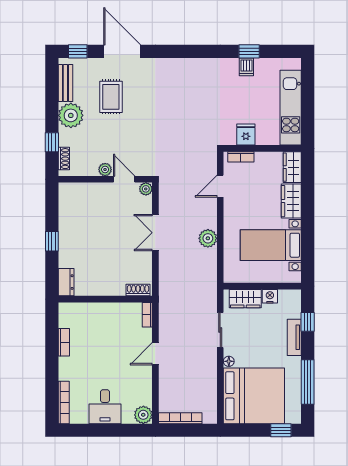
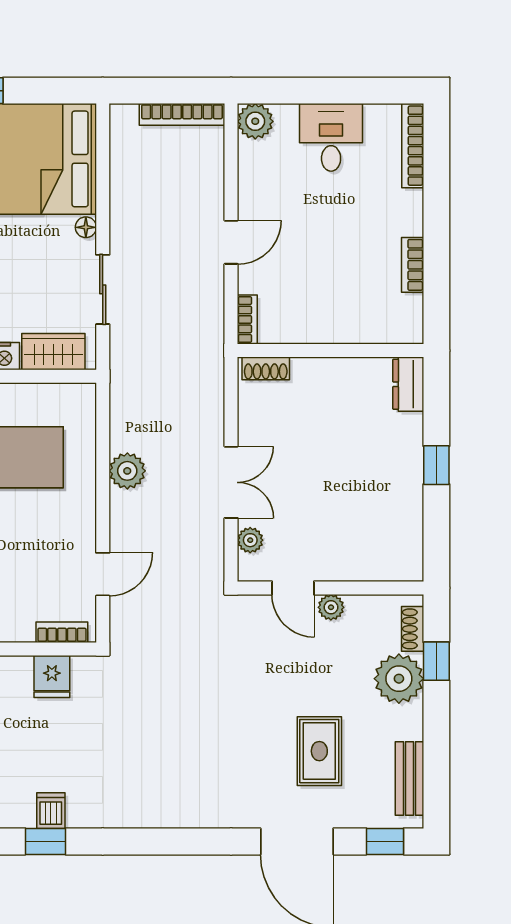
plant: (71, 115) -> (399, 679), moved
plant: (146, 189) -> (250, 540), moved

